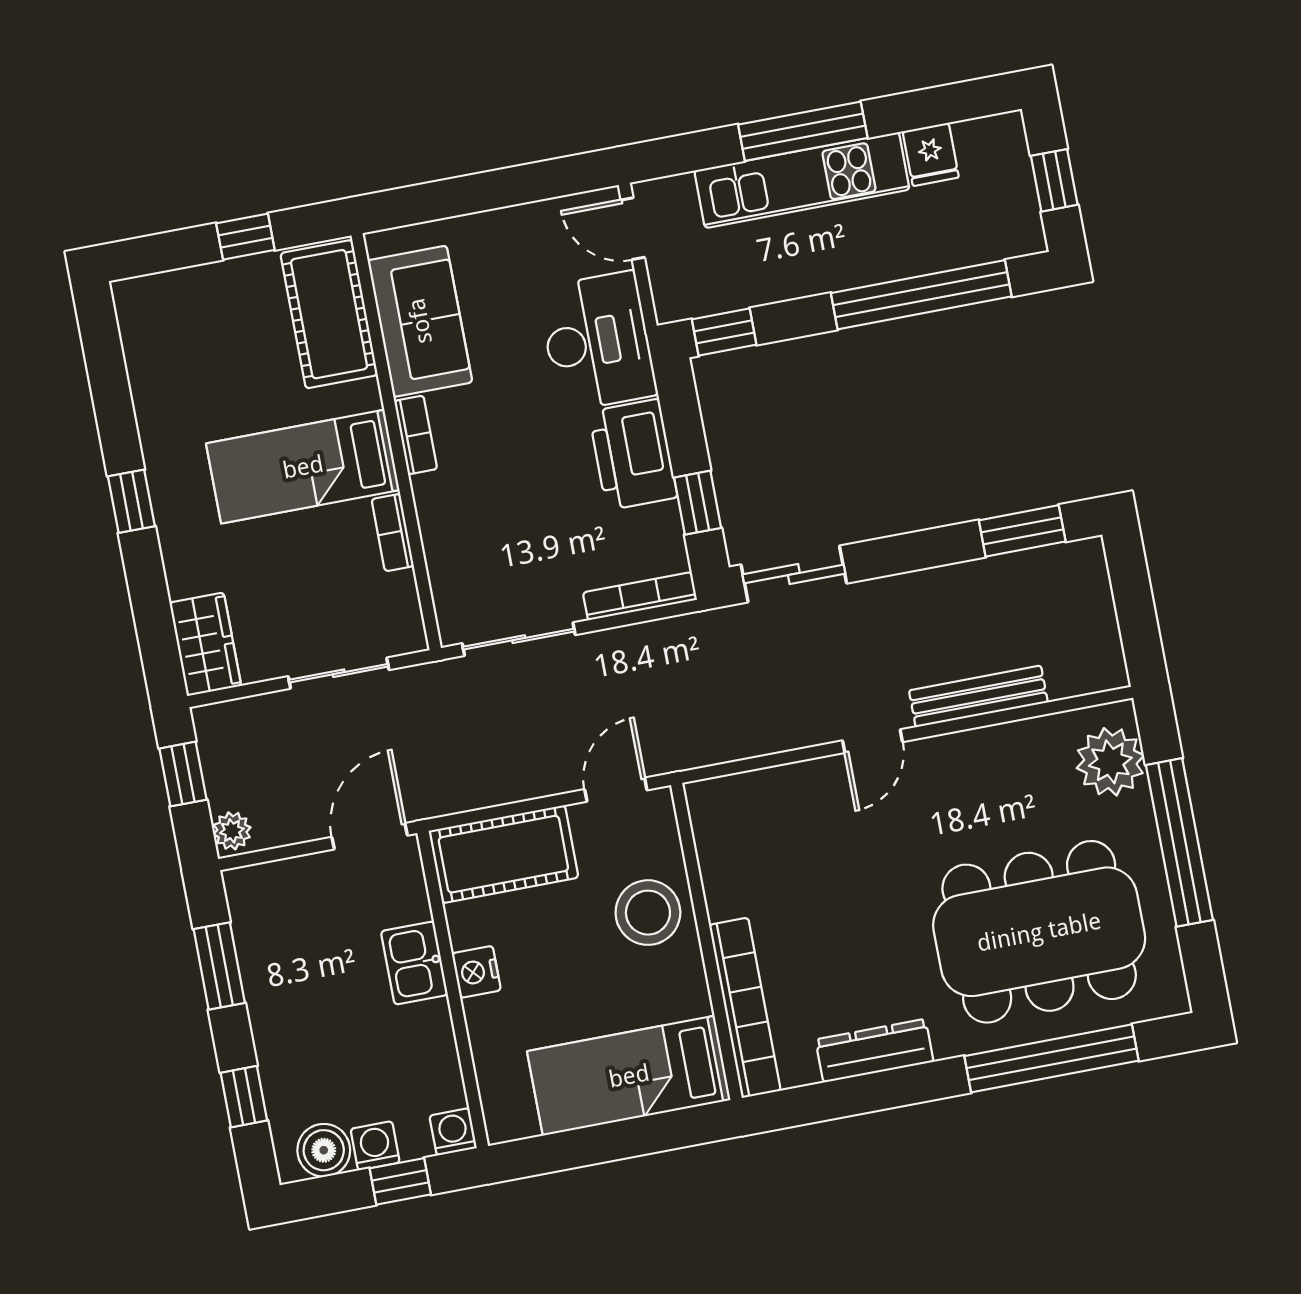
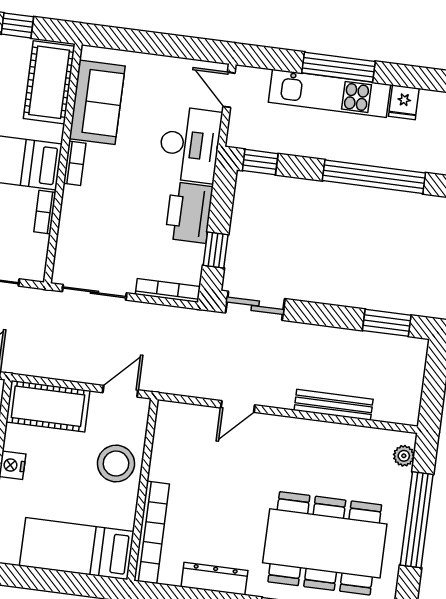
door: (873, 741) -> (238, 406), moved
plant: (1110, 762) -> (404, 456), width x0.53, depth x0.53

